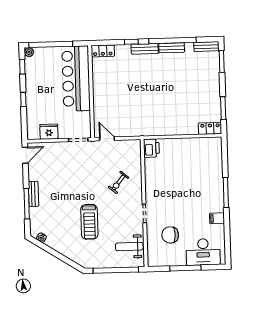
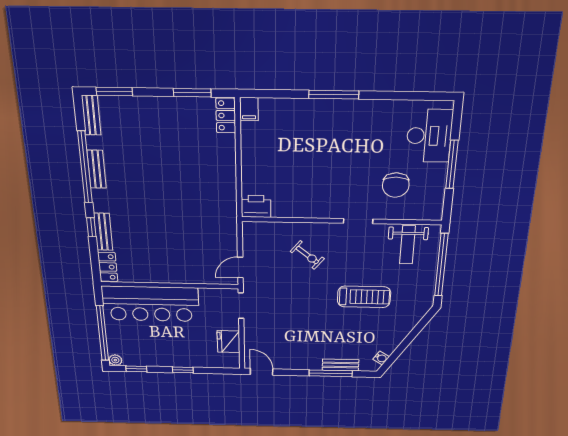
bench: (145, 49) -> (103, 232), moved
bench: (33, 194) -> (340, 365), moved
filing cabinet: (217, 218) -> (249, 109), moved

